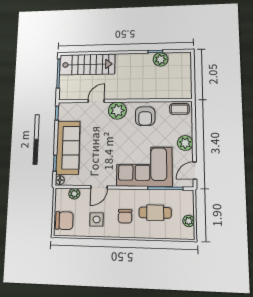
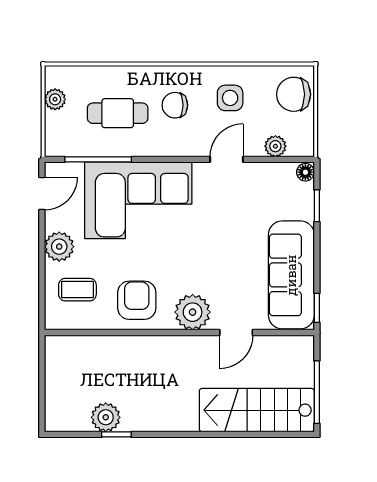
coffee table: (179, 109) -> (77, 290), moved
sofa: (68, 148) -> (291, 275), moved
chair: (125, 216) -> (175, 105), turned -90

